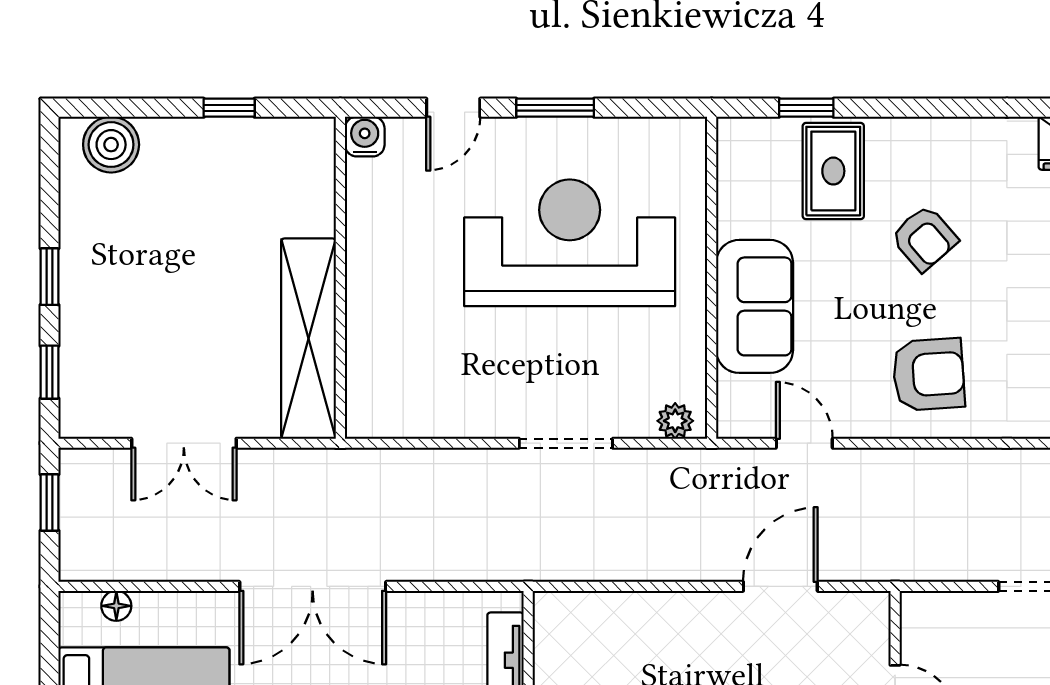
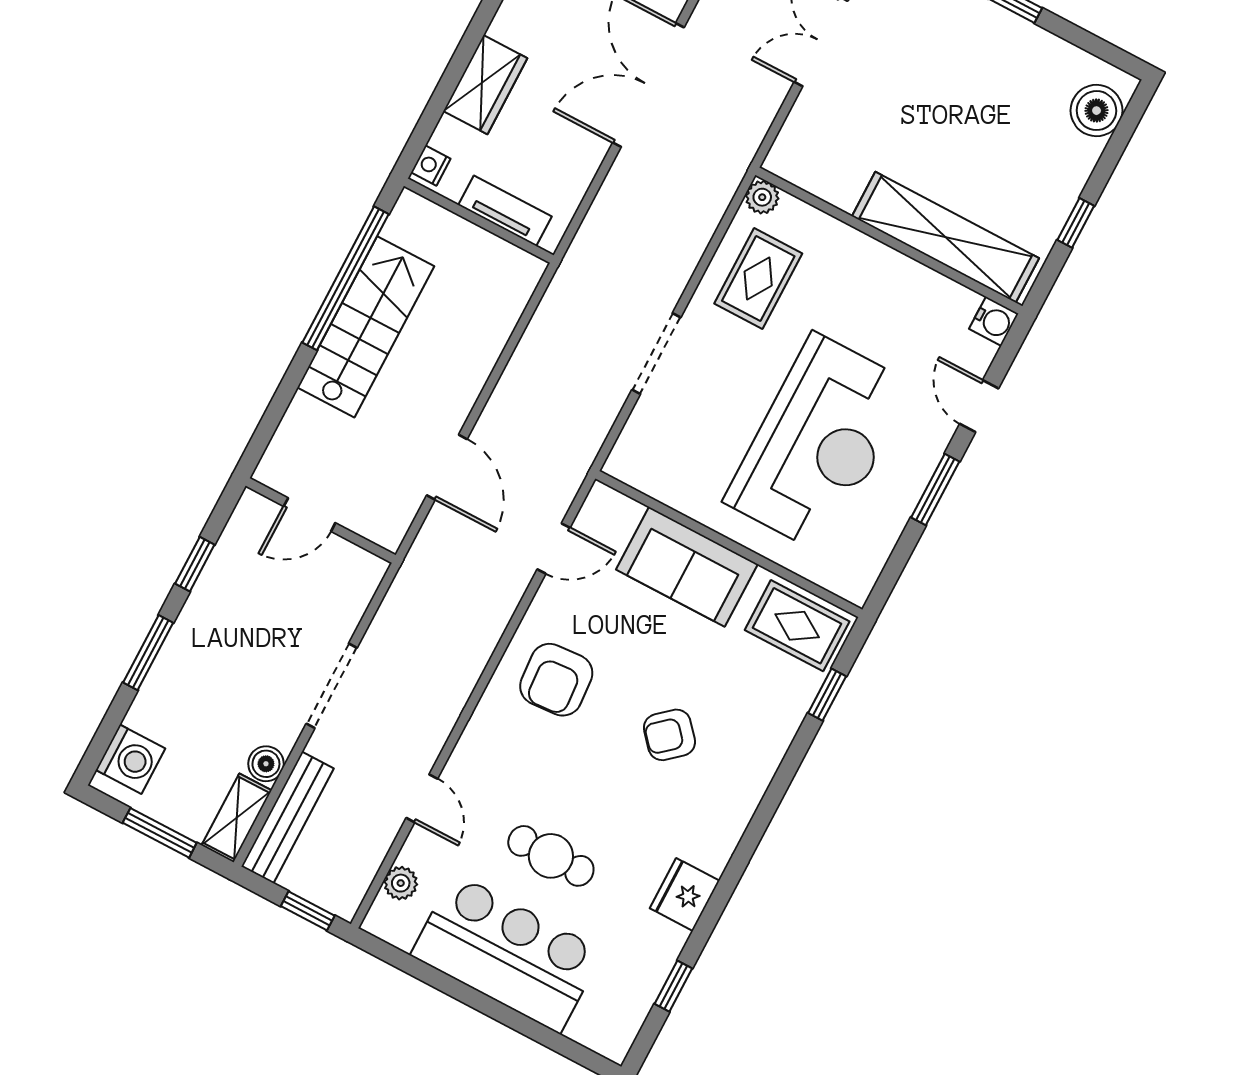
rug: (833, 171) -> (797, 626), moved
shelving: (309, 339) -> (945, 237), moved
rug: (443, 384) -> (758, 278), added
plant: (675, 421) -> (762, 197), moved

